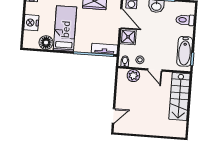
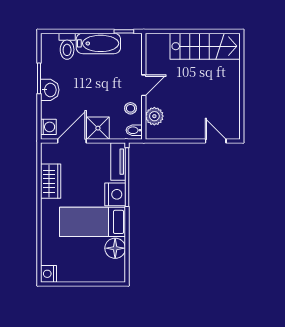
nightstand: (31, 23) -> (115, 194), moved, turned -90
bathtub: (185, 51) -> (98, 43), moved
stairs: (179, 96) -> (205, 46), moved

